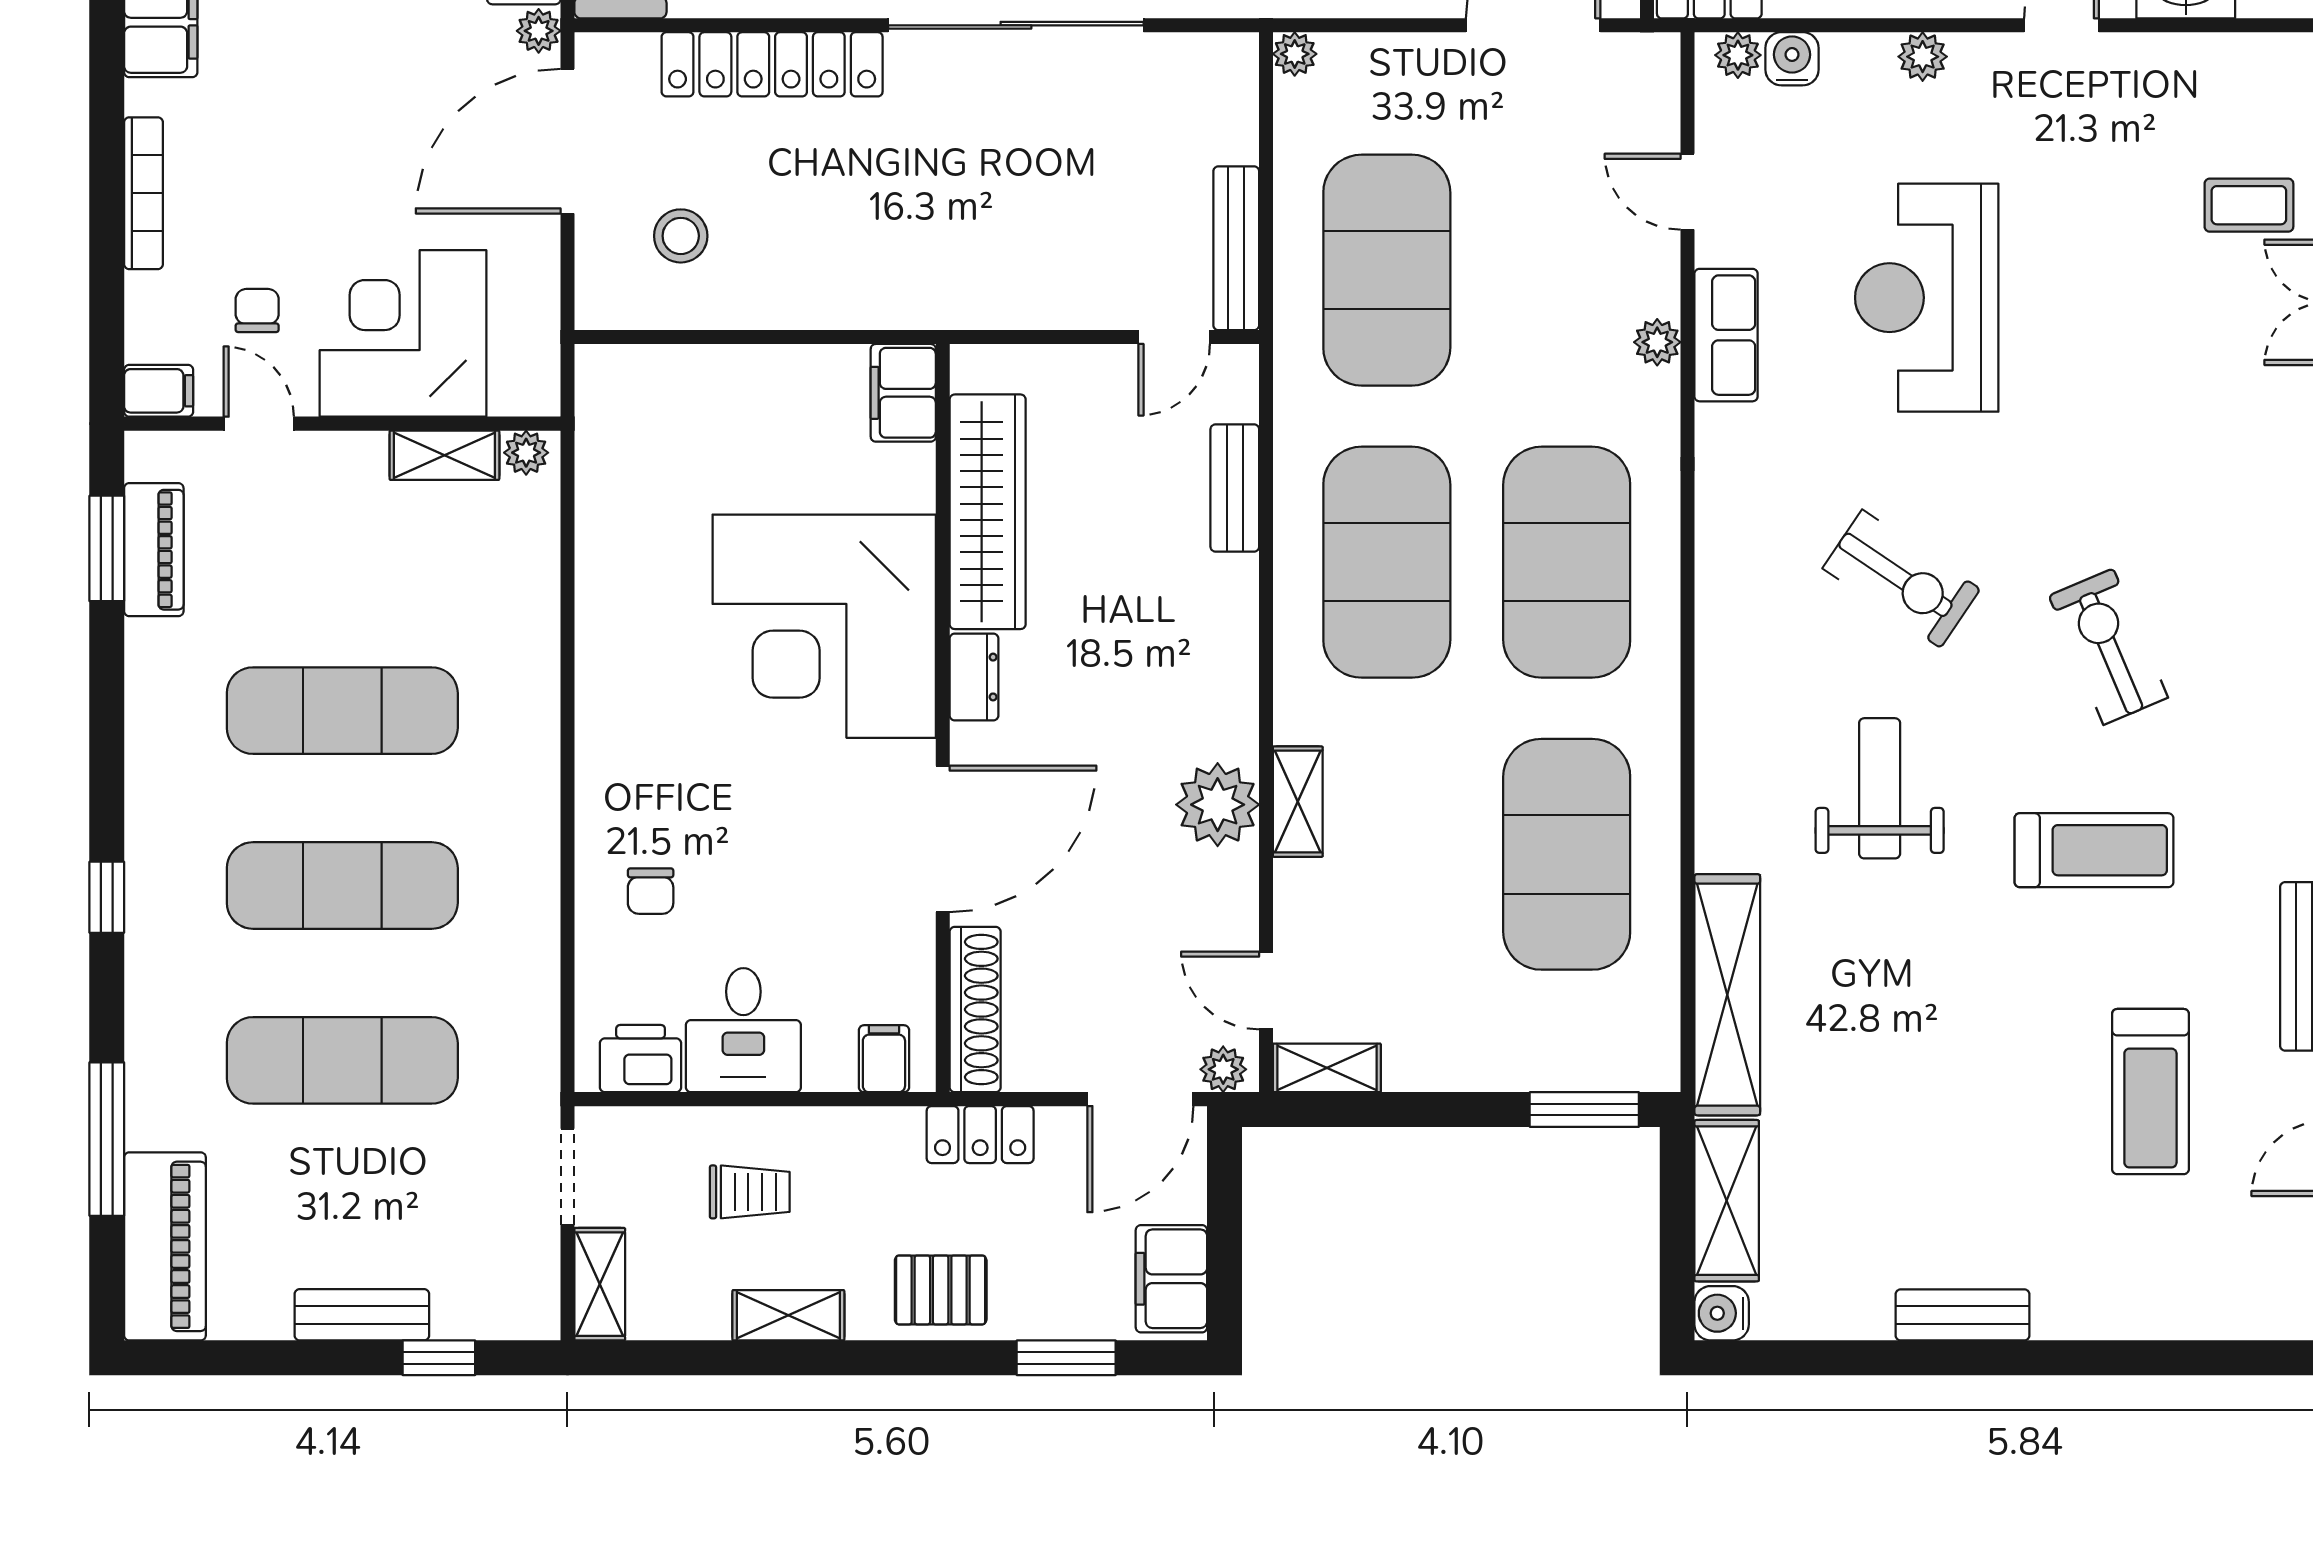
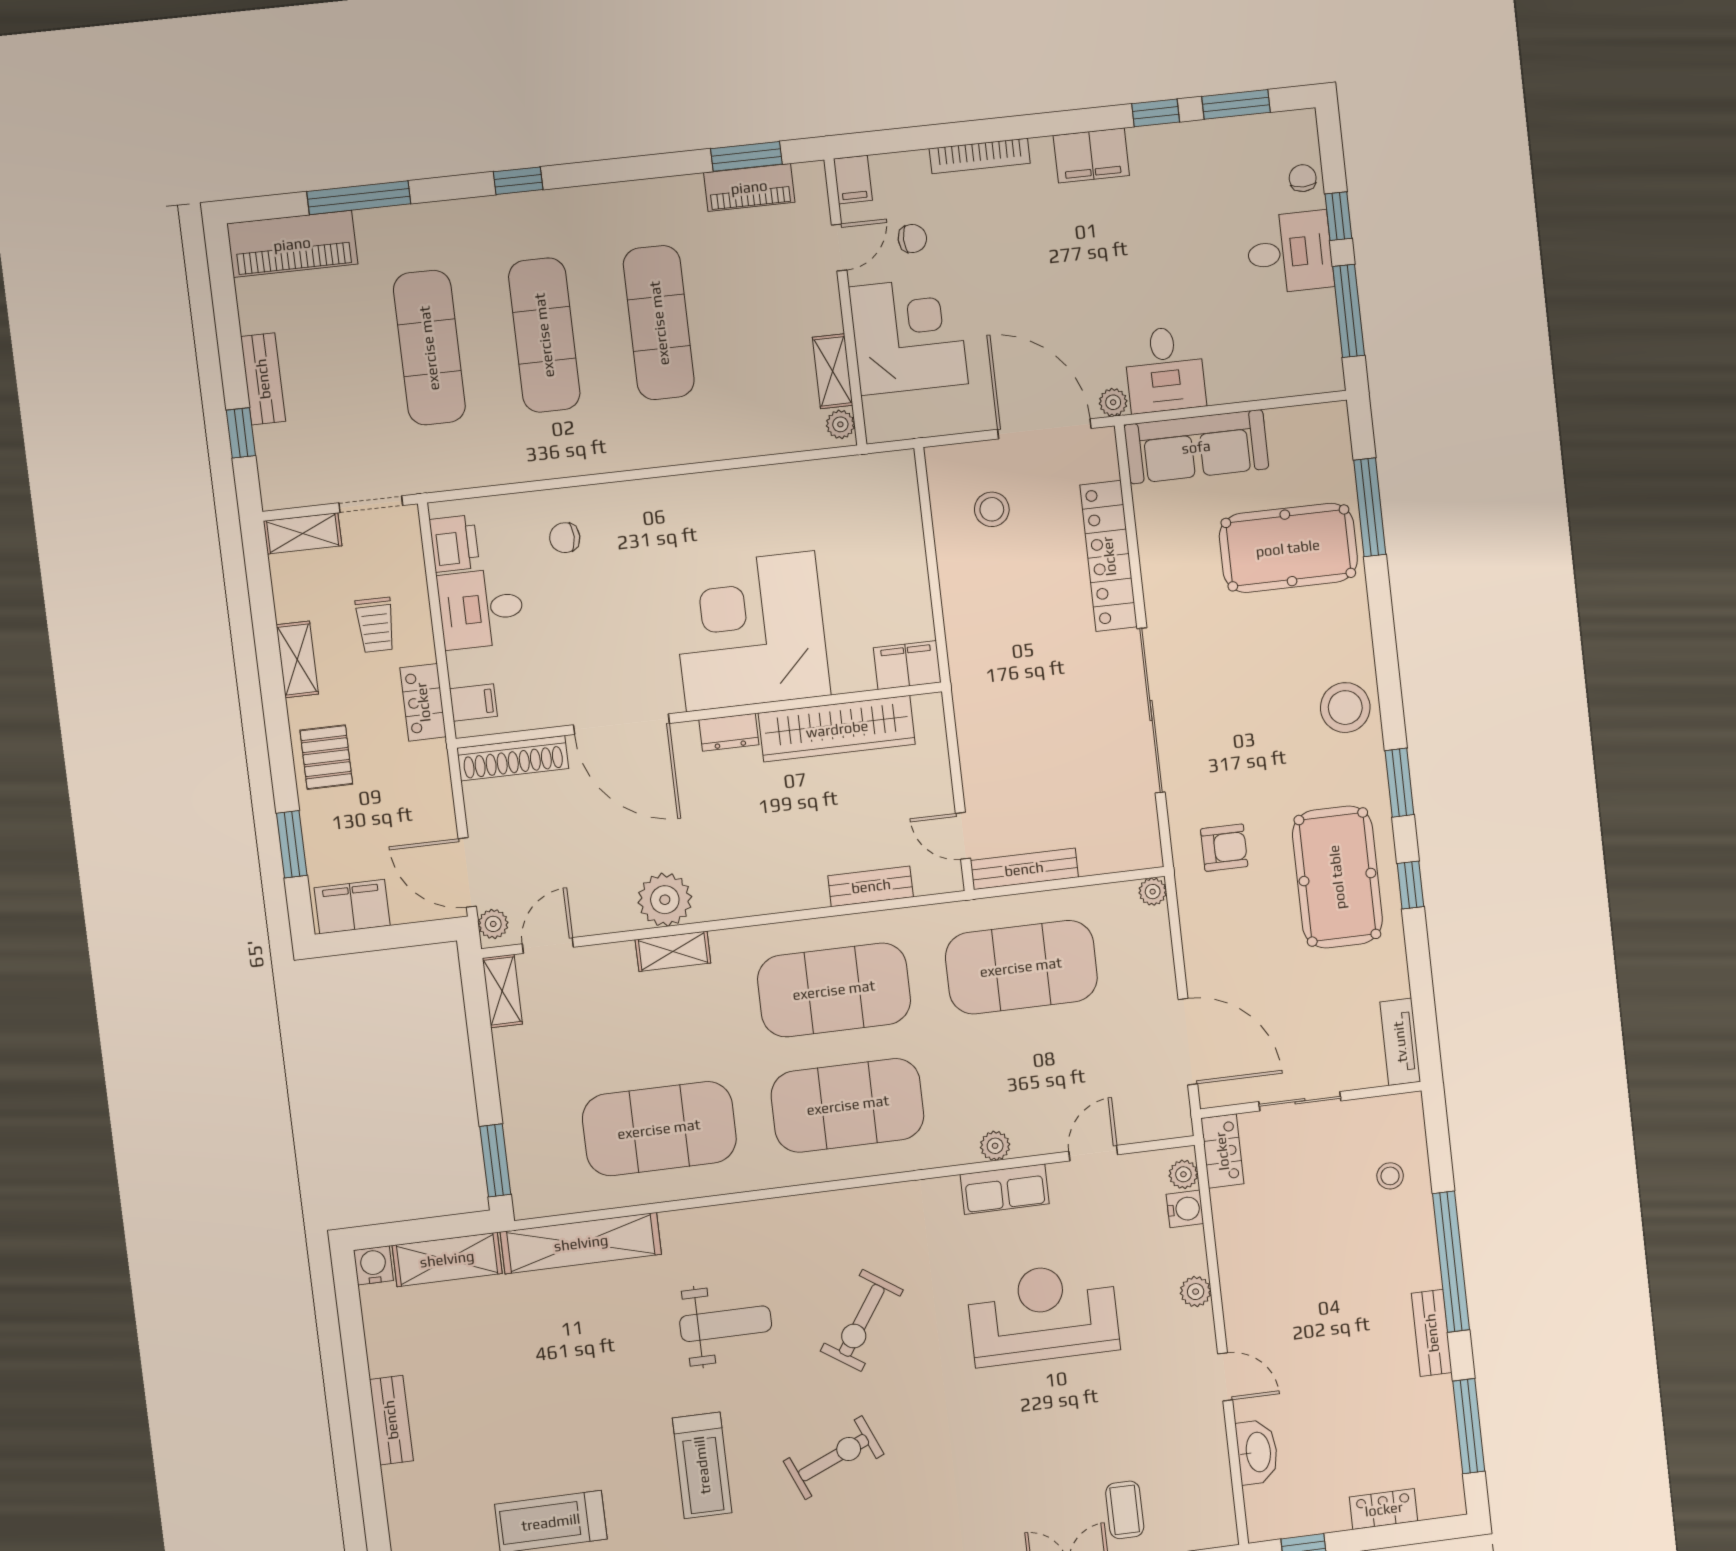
locker: (980, 1135) -> (423, 702), moved

